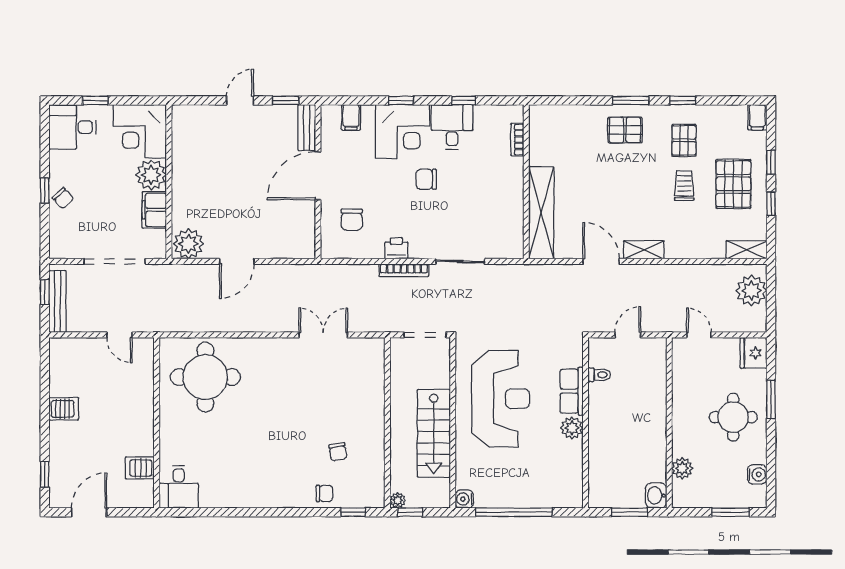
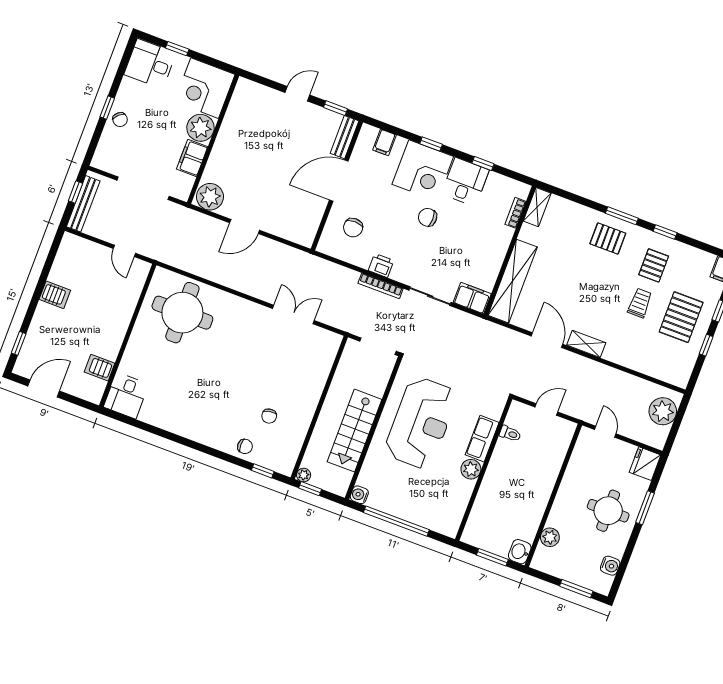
filing cabinet: (505, 247) -> (472, 298), added
shelving: (747, 250) -> (537, 207), moved, turned 90

